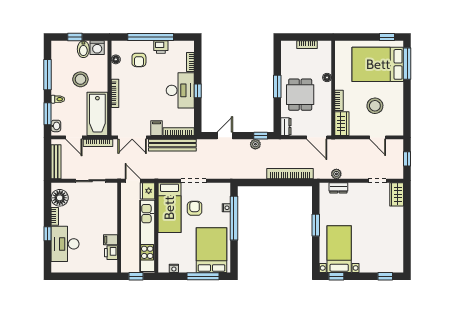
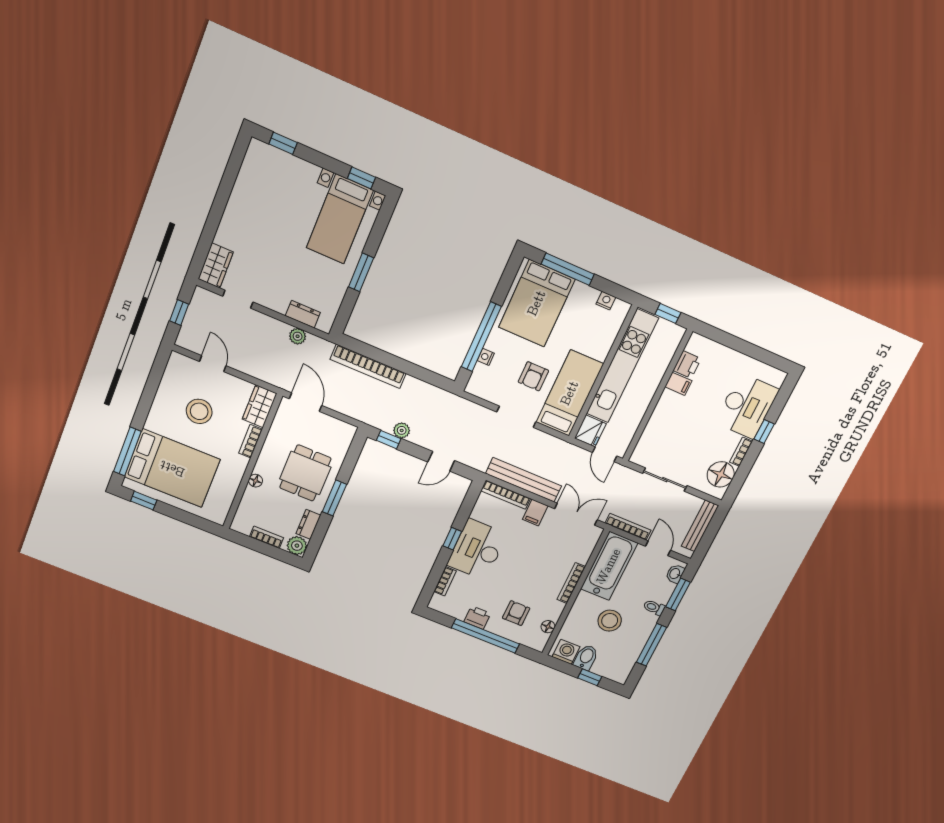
plant: (287, 47) -> (297, 546), added
dresser: (286, 127) -> (308, 524), moved

